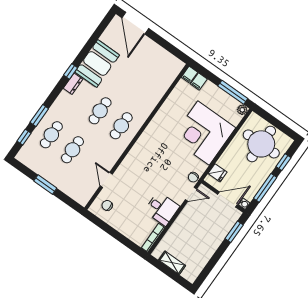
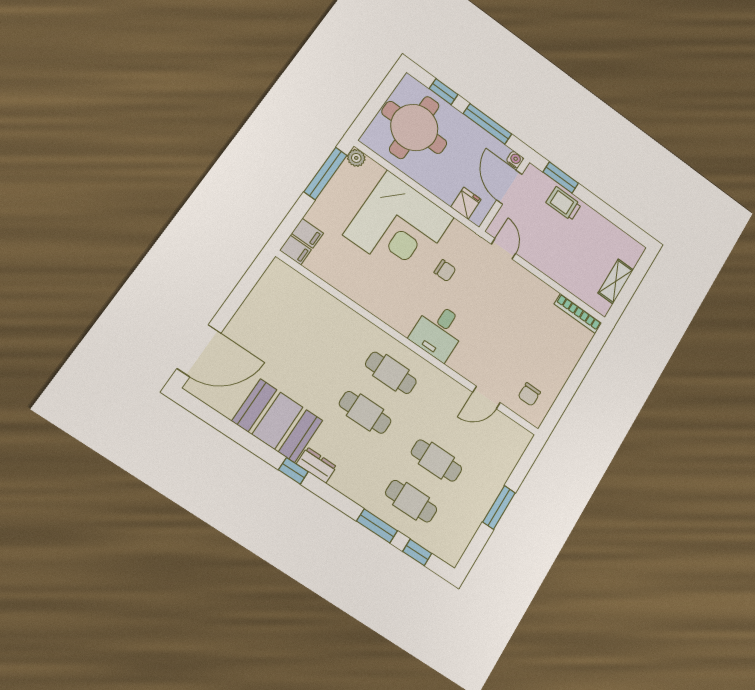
chair: (193, 177) -> (445, 271), moved
desk: (162, 209) -> (439, 331), moved, turned 180
trolley: (218, 233) -> (564, 204), added

